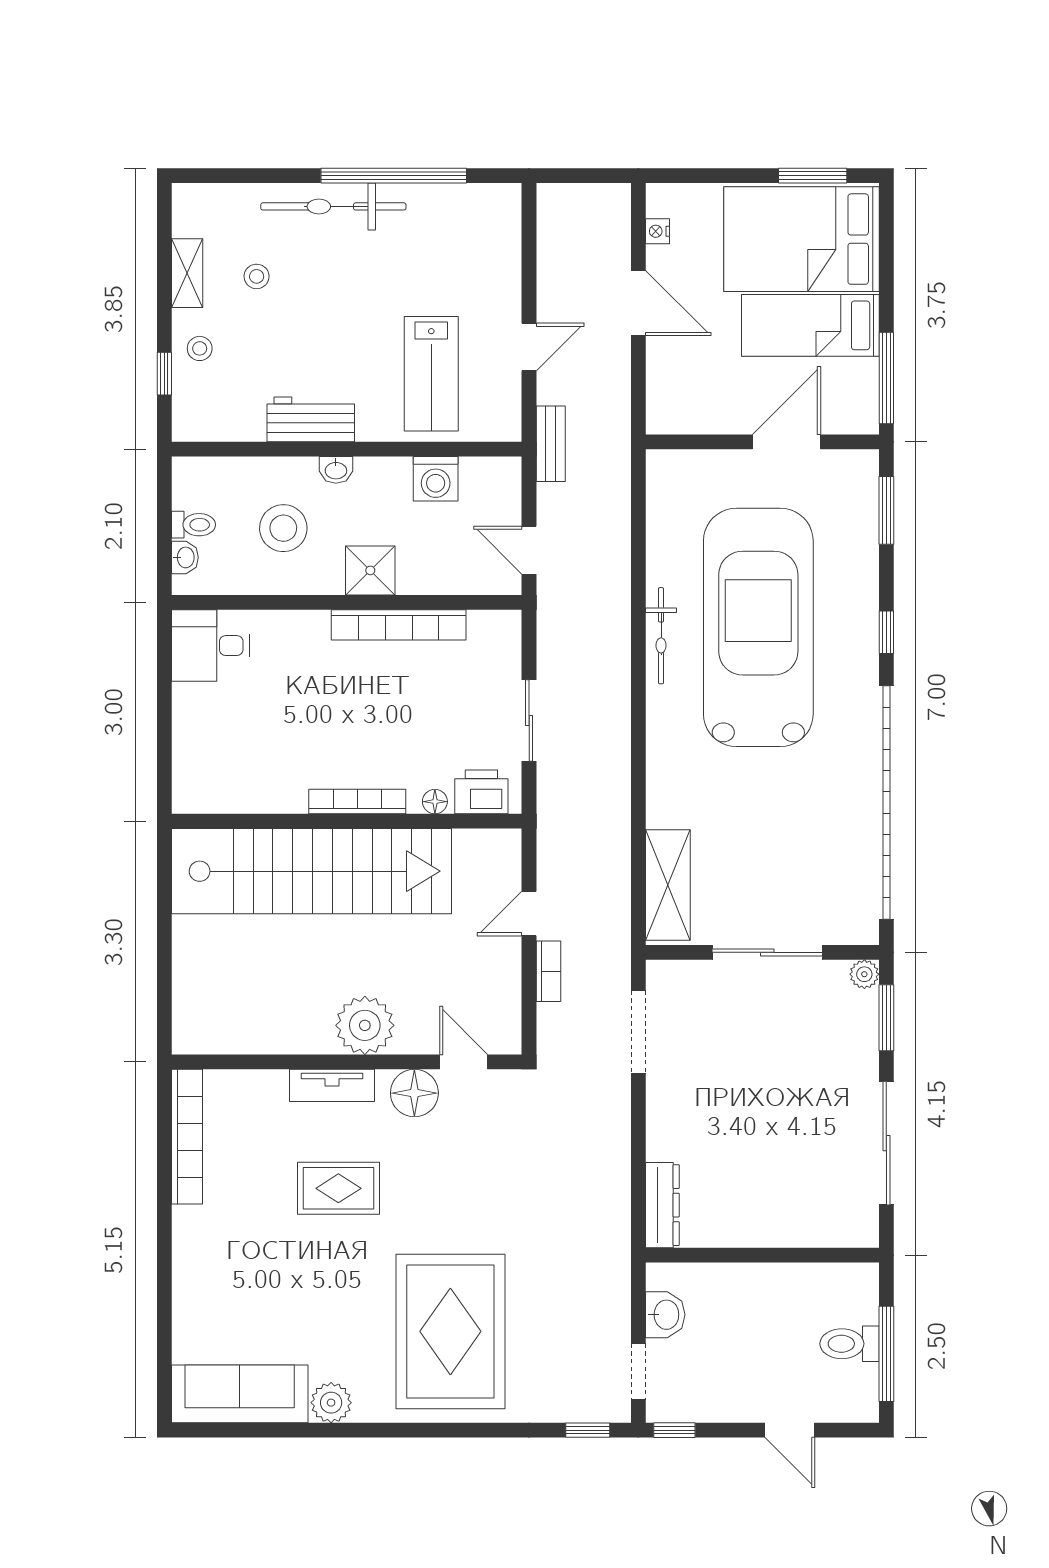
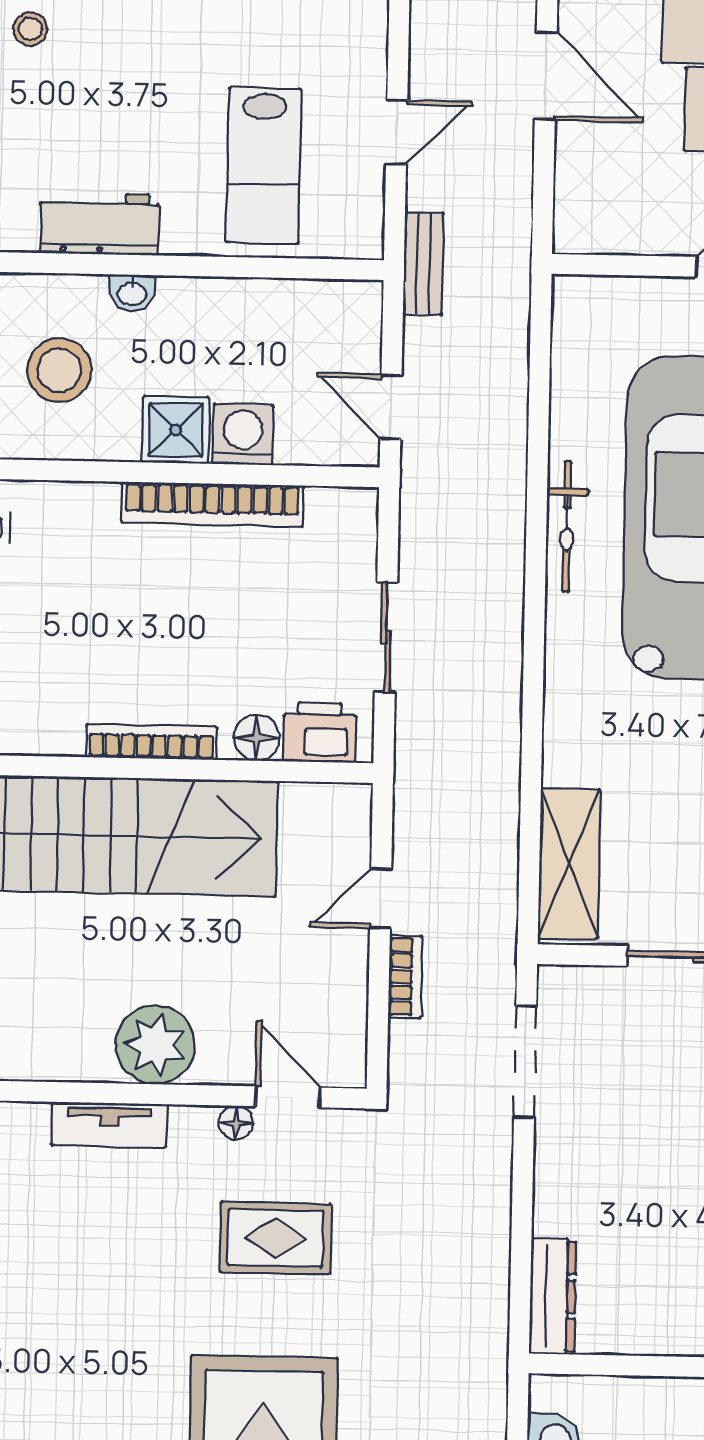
washing machine: (436, 479) -> (243, 434), moved, turned 180
floor lamp: (435, 802) -> (257, 738), width x1.37, depth x1.37
floor lamp: (414, 1093) -> (236, 1123), width x0.53, depth x0.53
rug: (338, 1188) -> (275, 1238), moved

